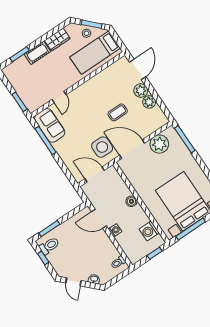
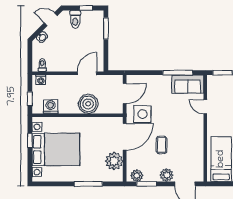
plant: (149, 102) -> (137, 176), moved
window: (160, 103) -> (147, 184), added
window: (185, 139) -> (88, 184), moved
boiler: (131, 201) -> (88, 104), width x1.86, depth x1.86
window: (191, 229) -> (30, 141), width x0.46
washing machine: (115, 230) -> (41, 80), moved
toilet: (49, 246) -> (75, 19), moved

